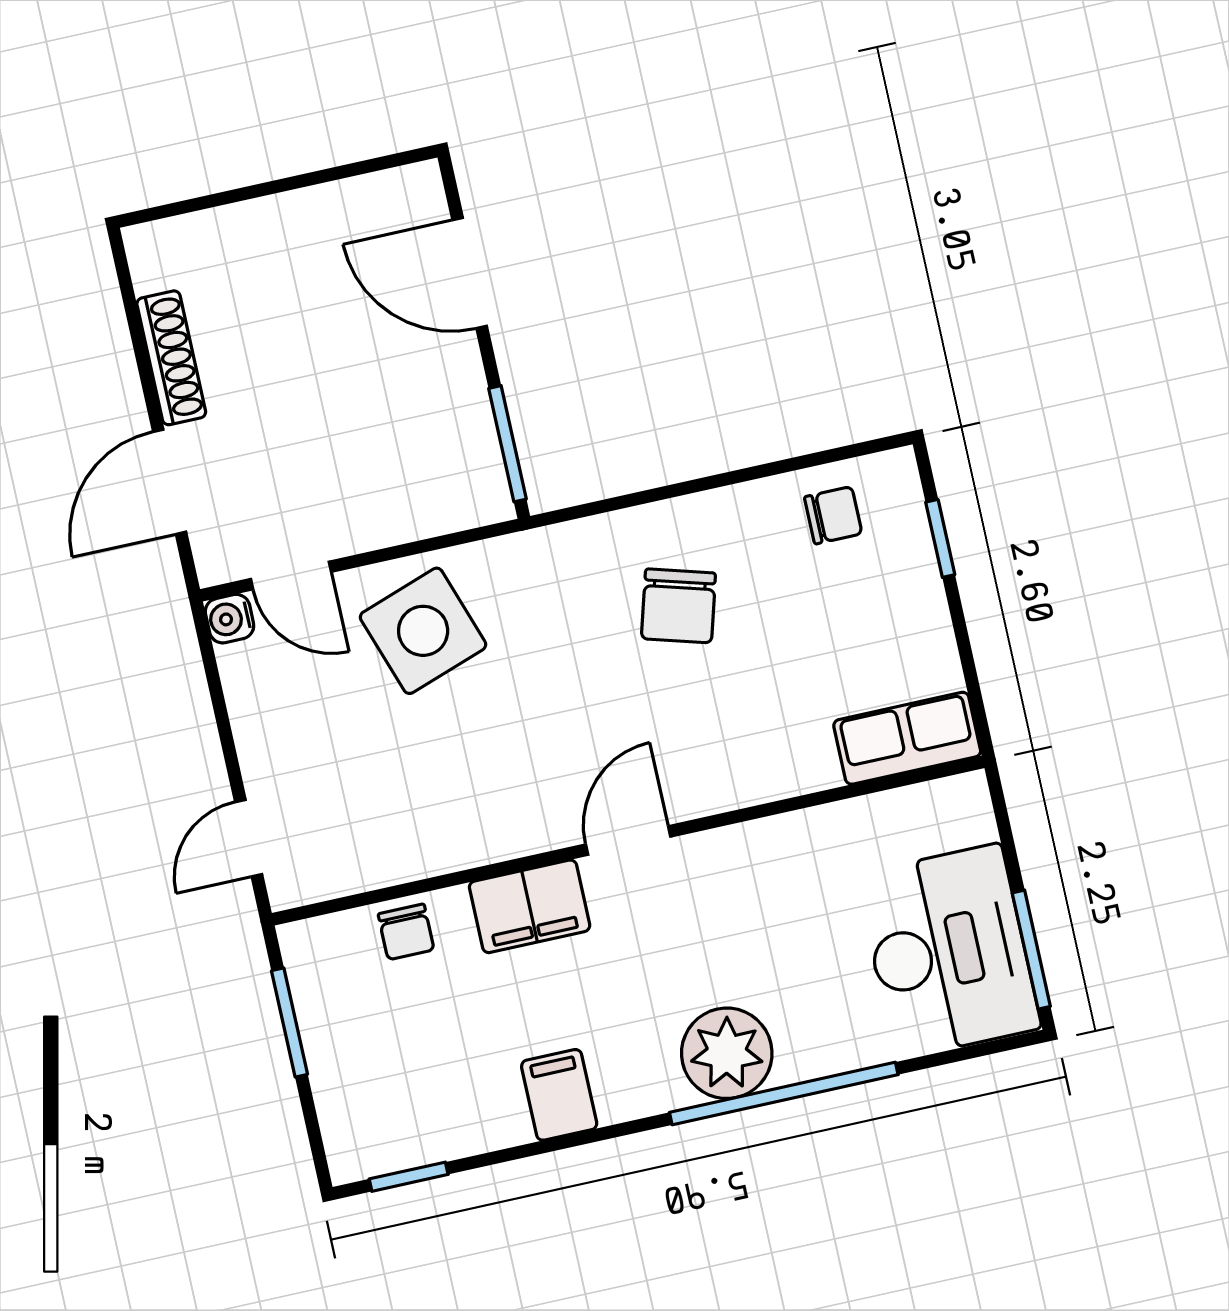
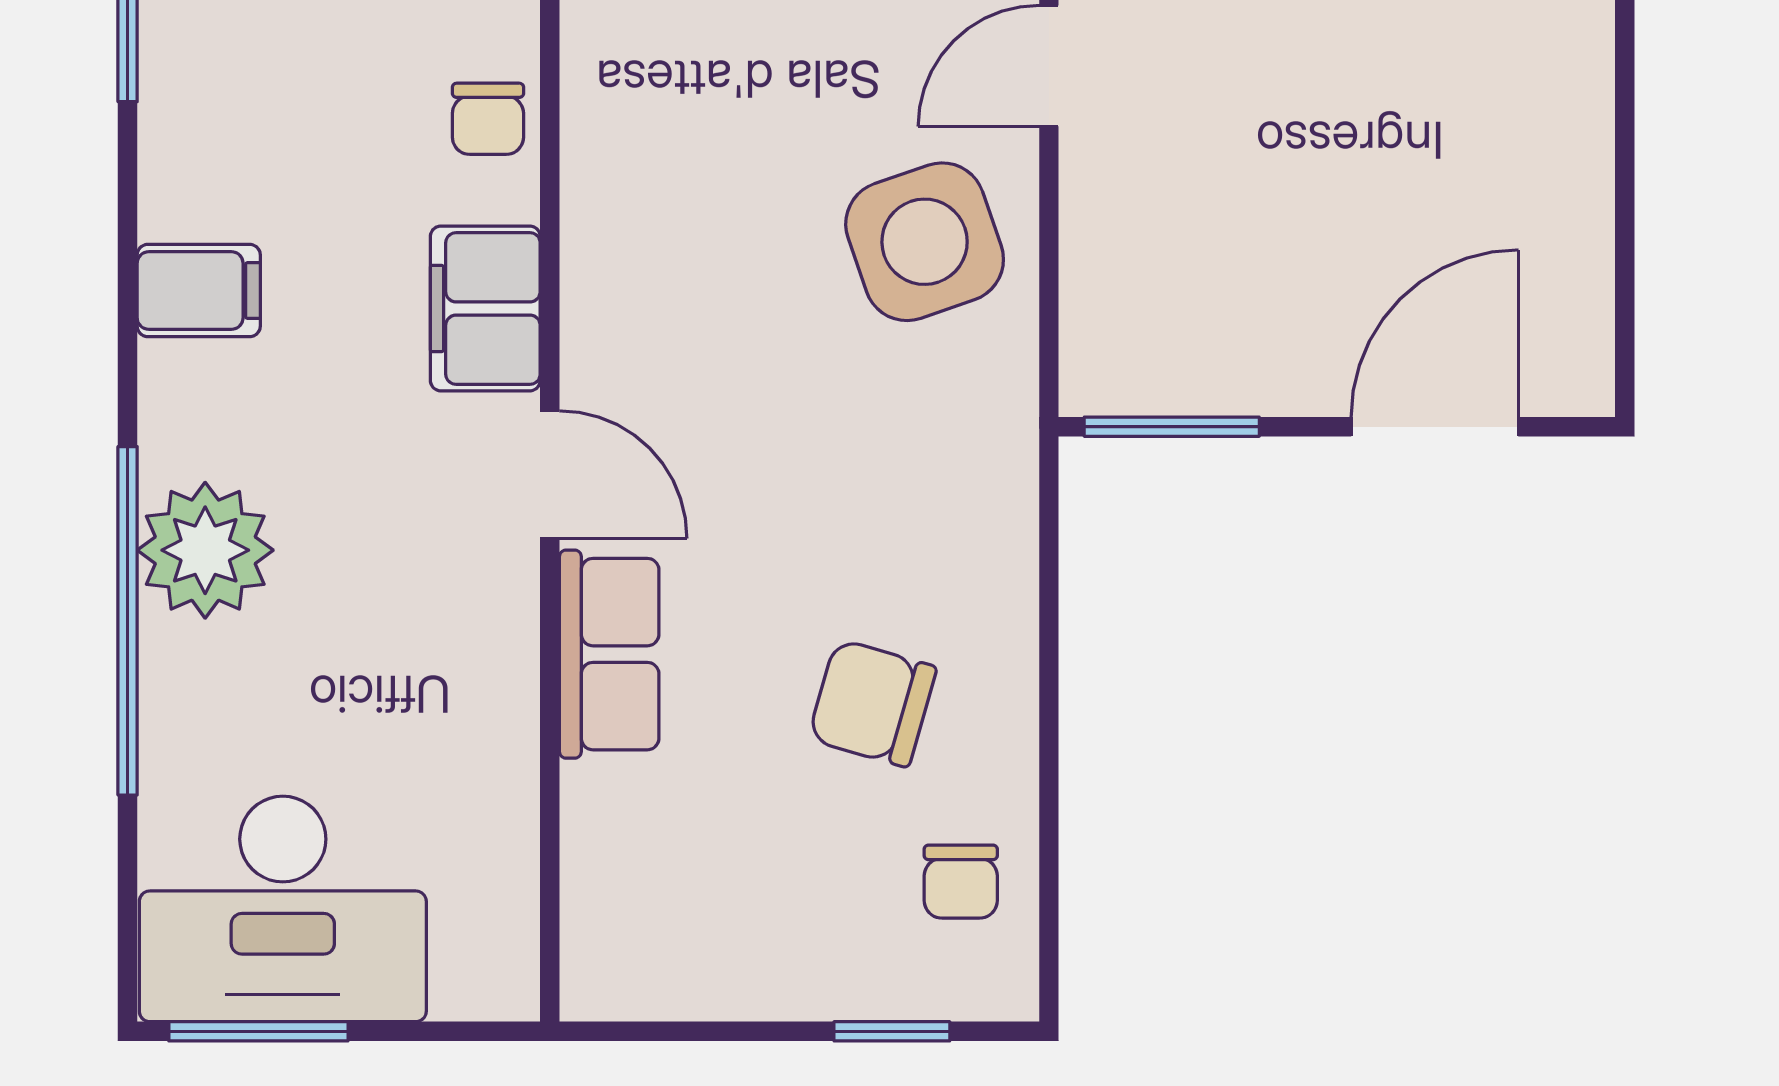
chair: (679, 606) -> (872, 703), moved
row of seats: (907, 738) -> (609, 654), moved
chair: (406, 932) -> (488, 119), turned -90

